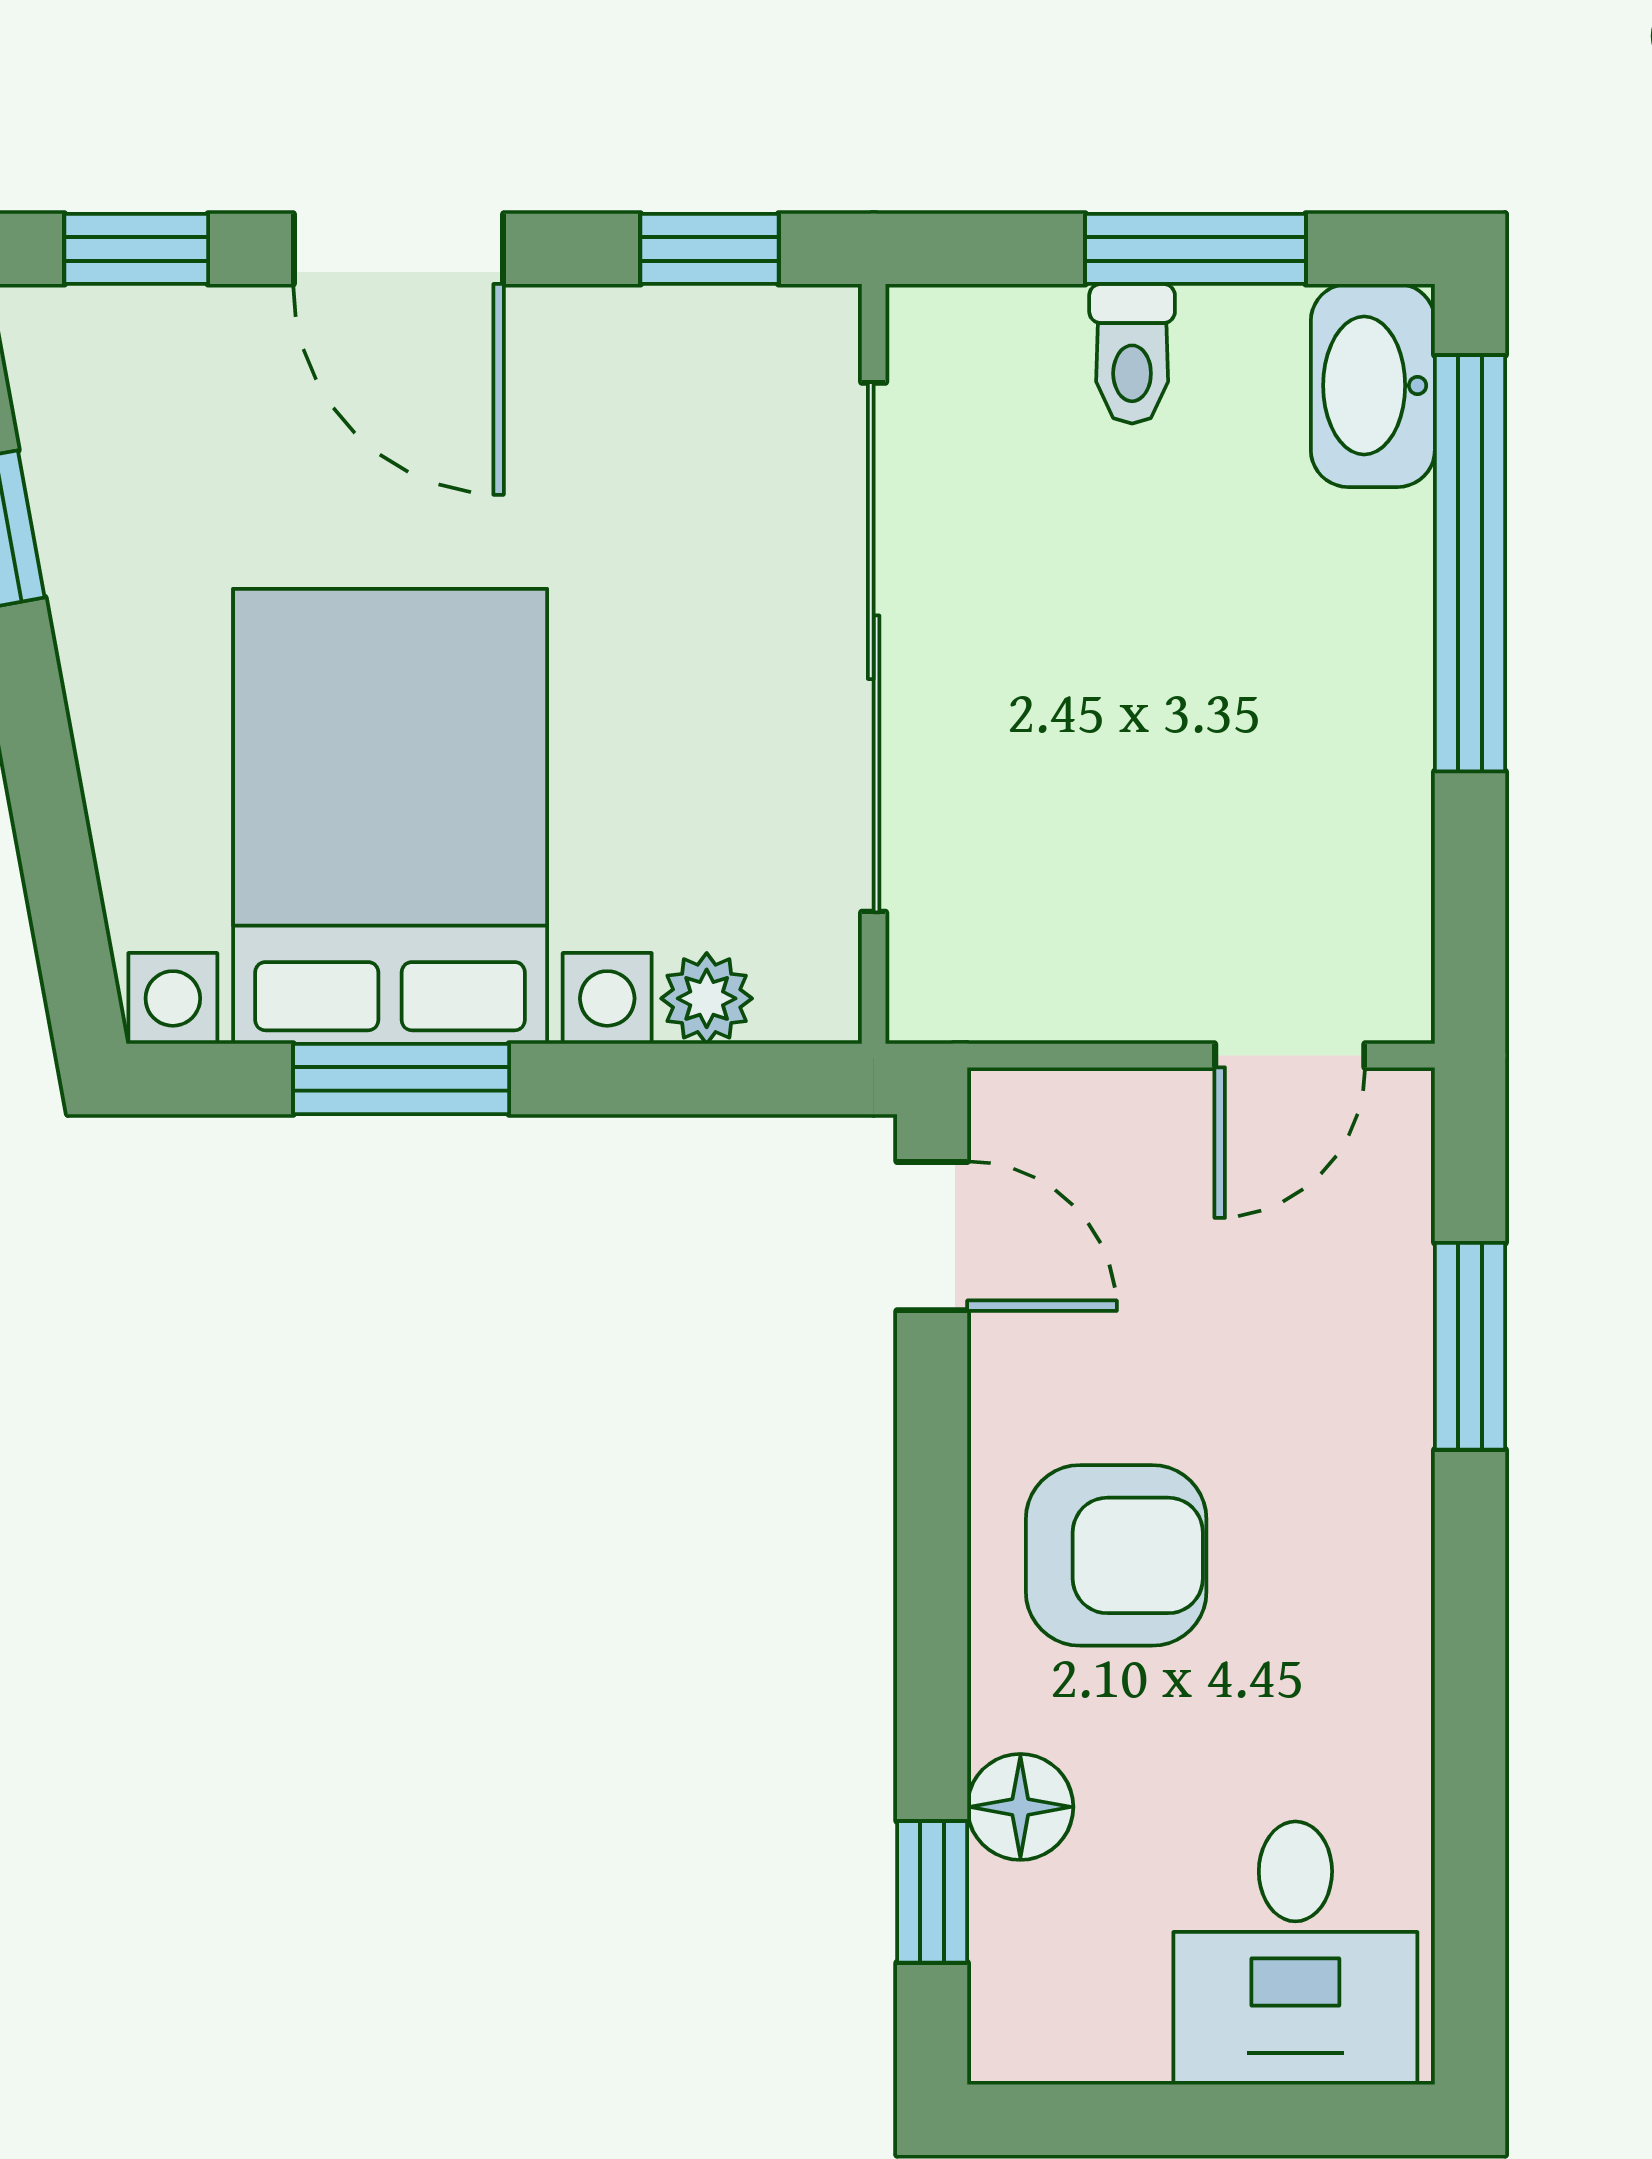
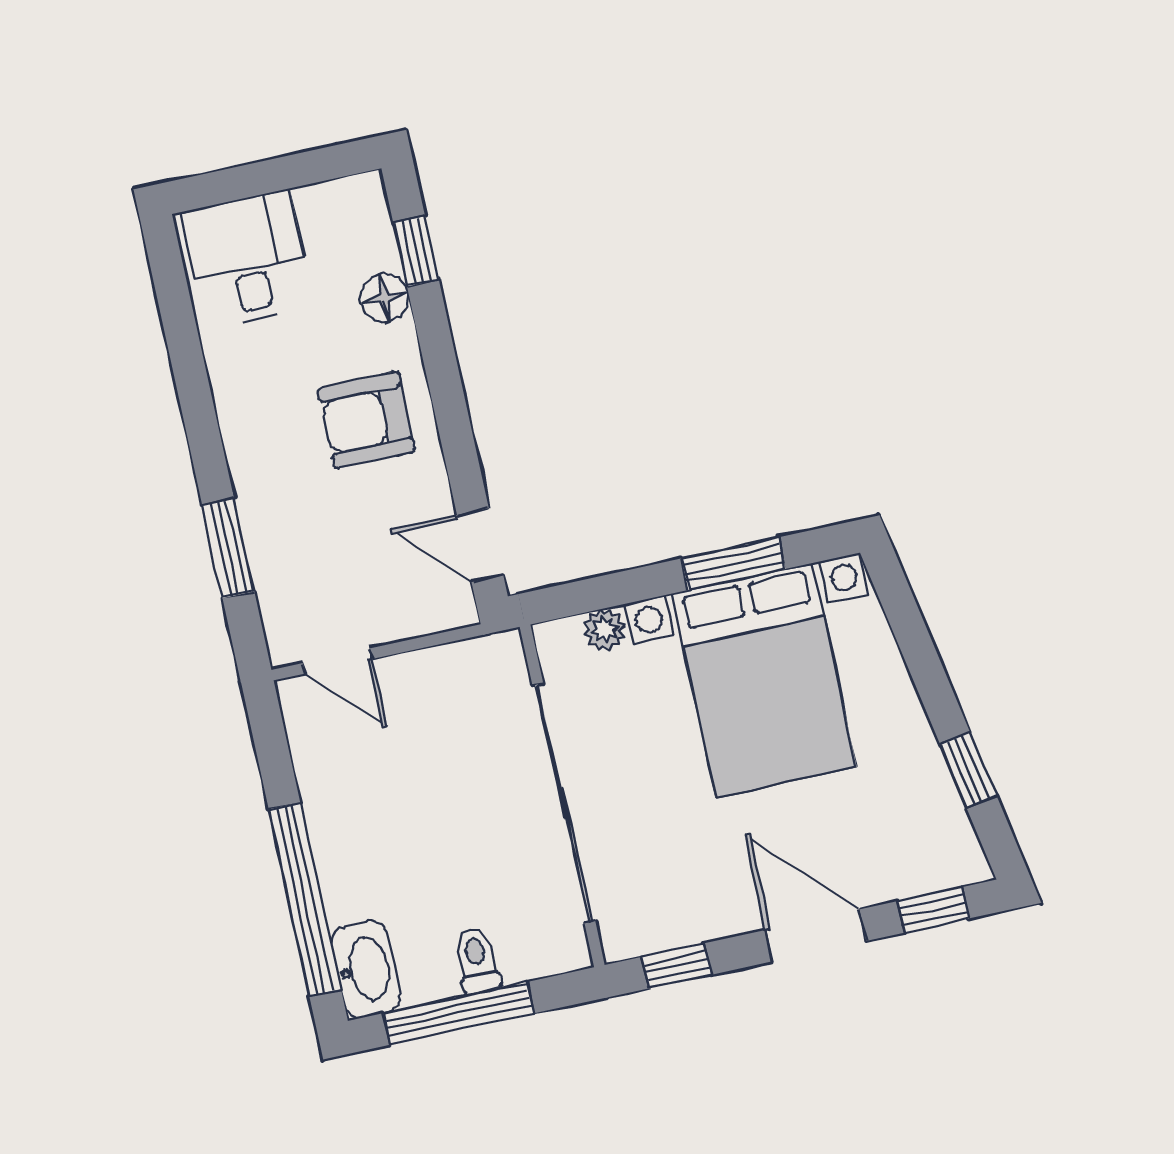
window: (1196, 249) -> (459, 1013), width x1.44
door: (1290, 1056) -> (337, 661), swing flipped

